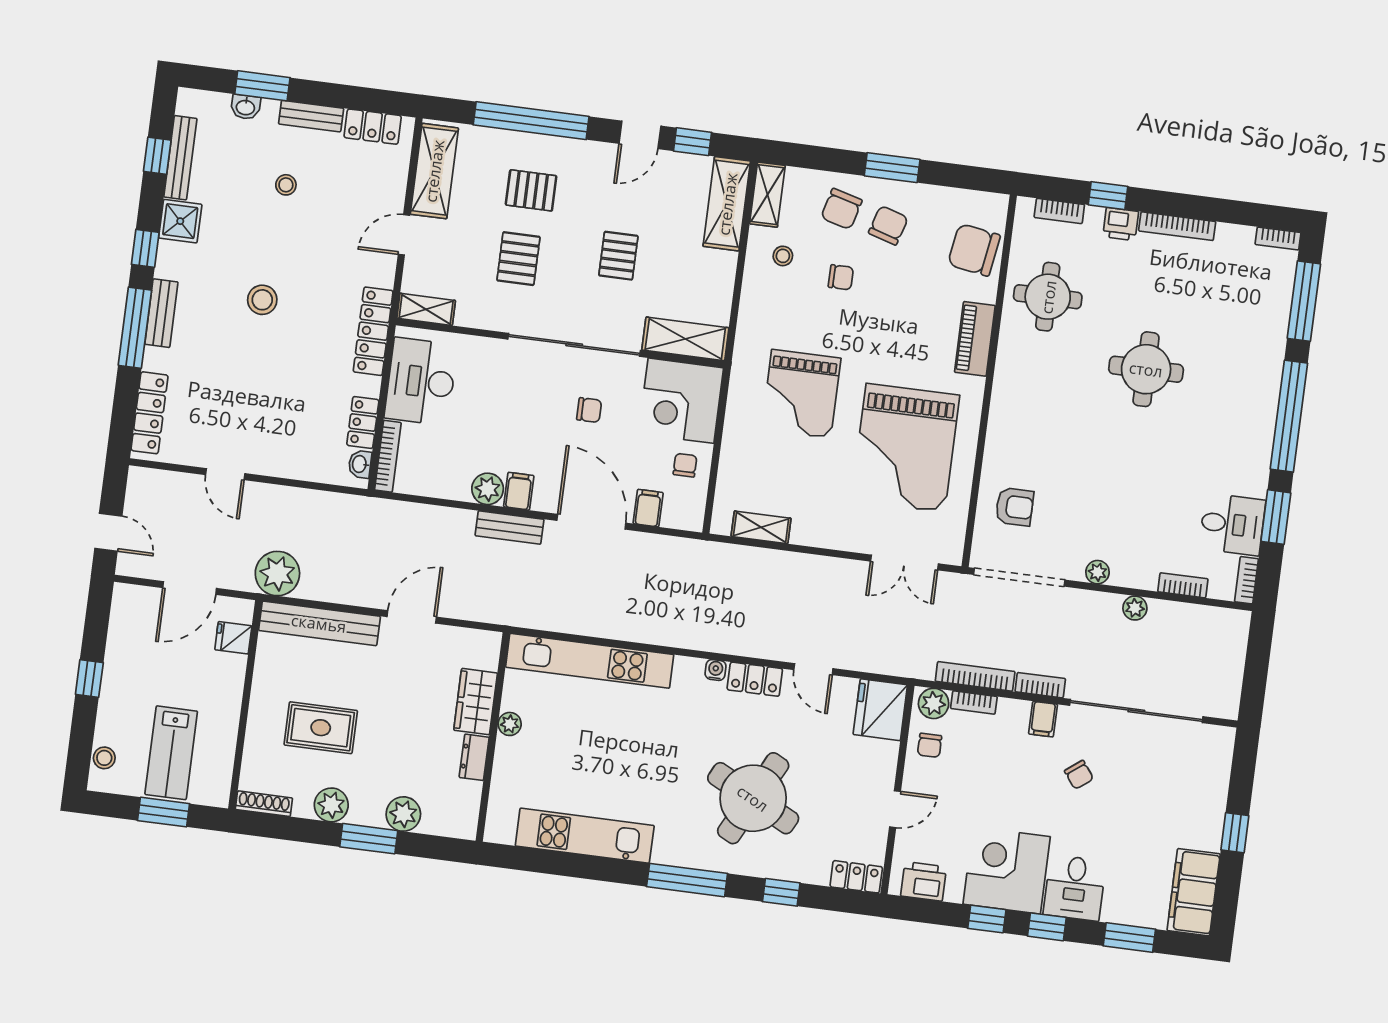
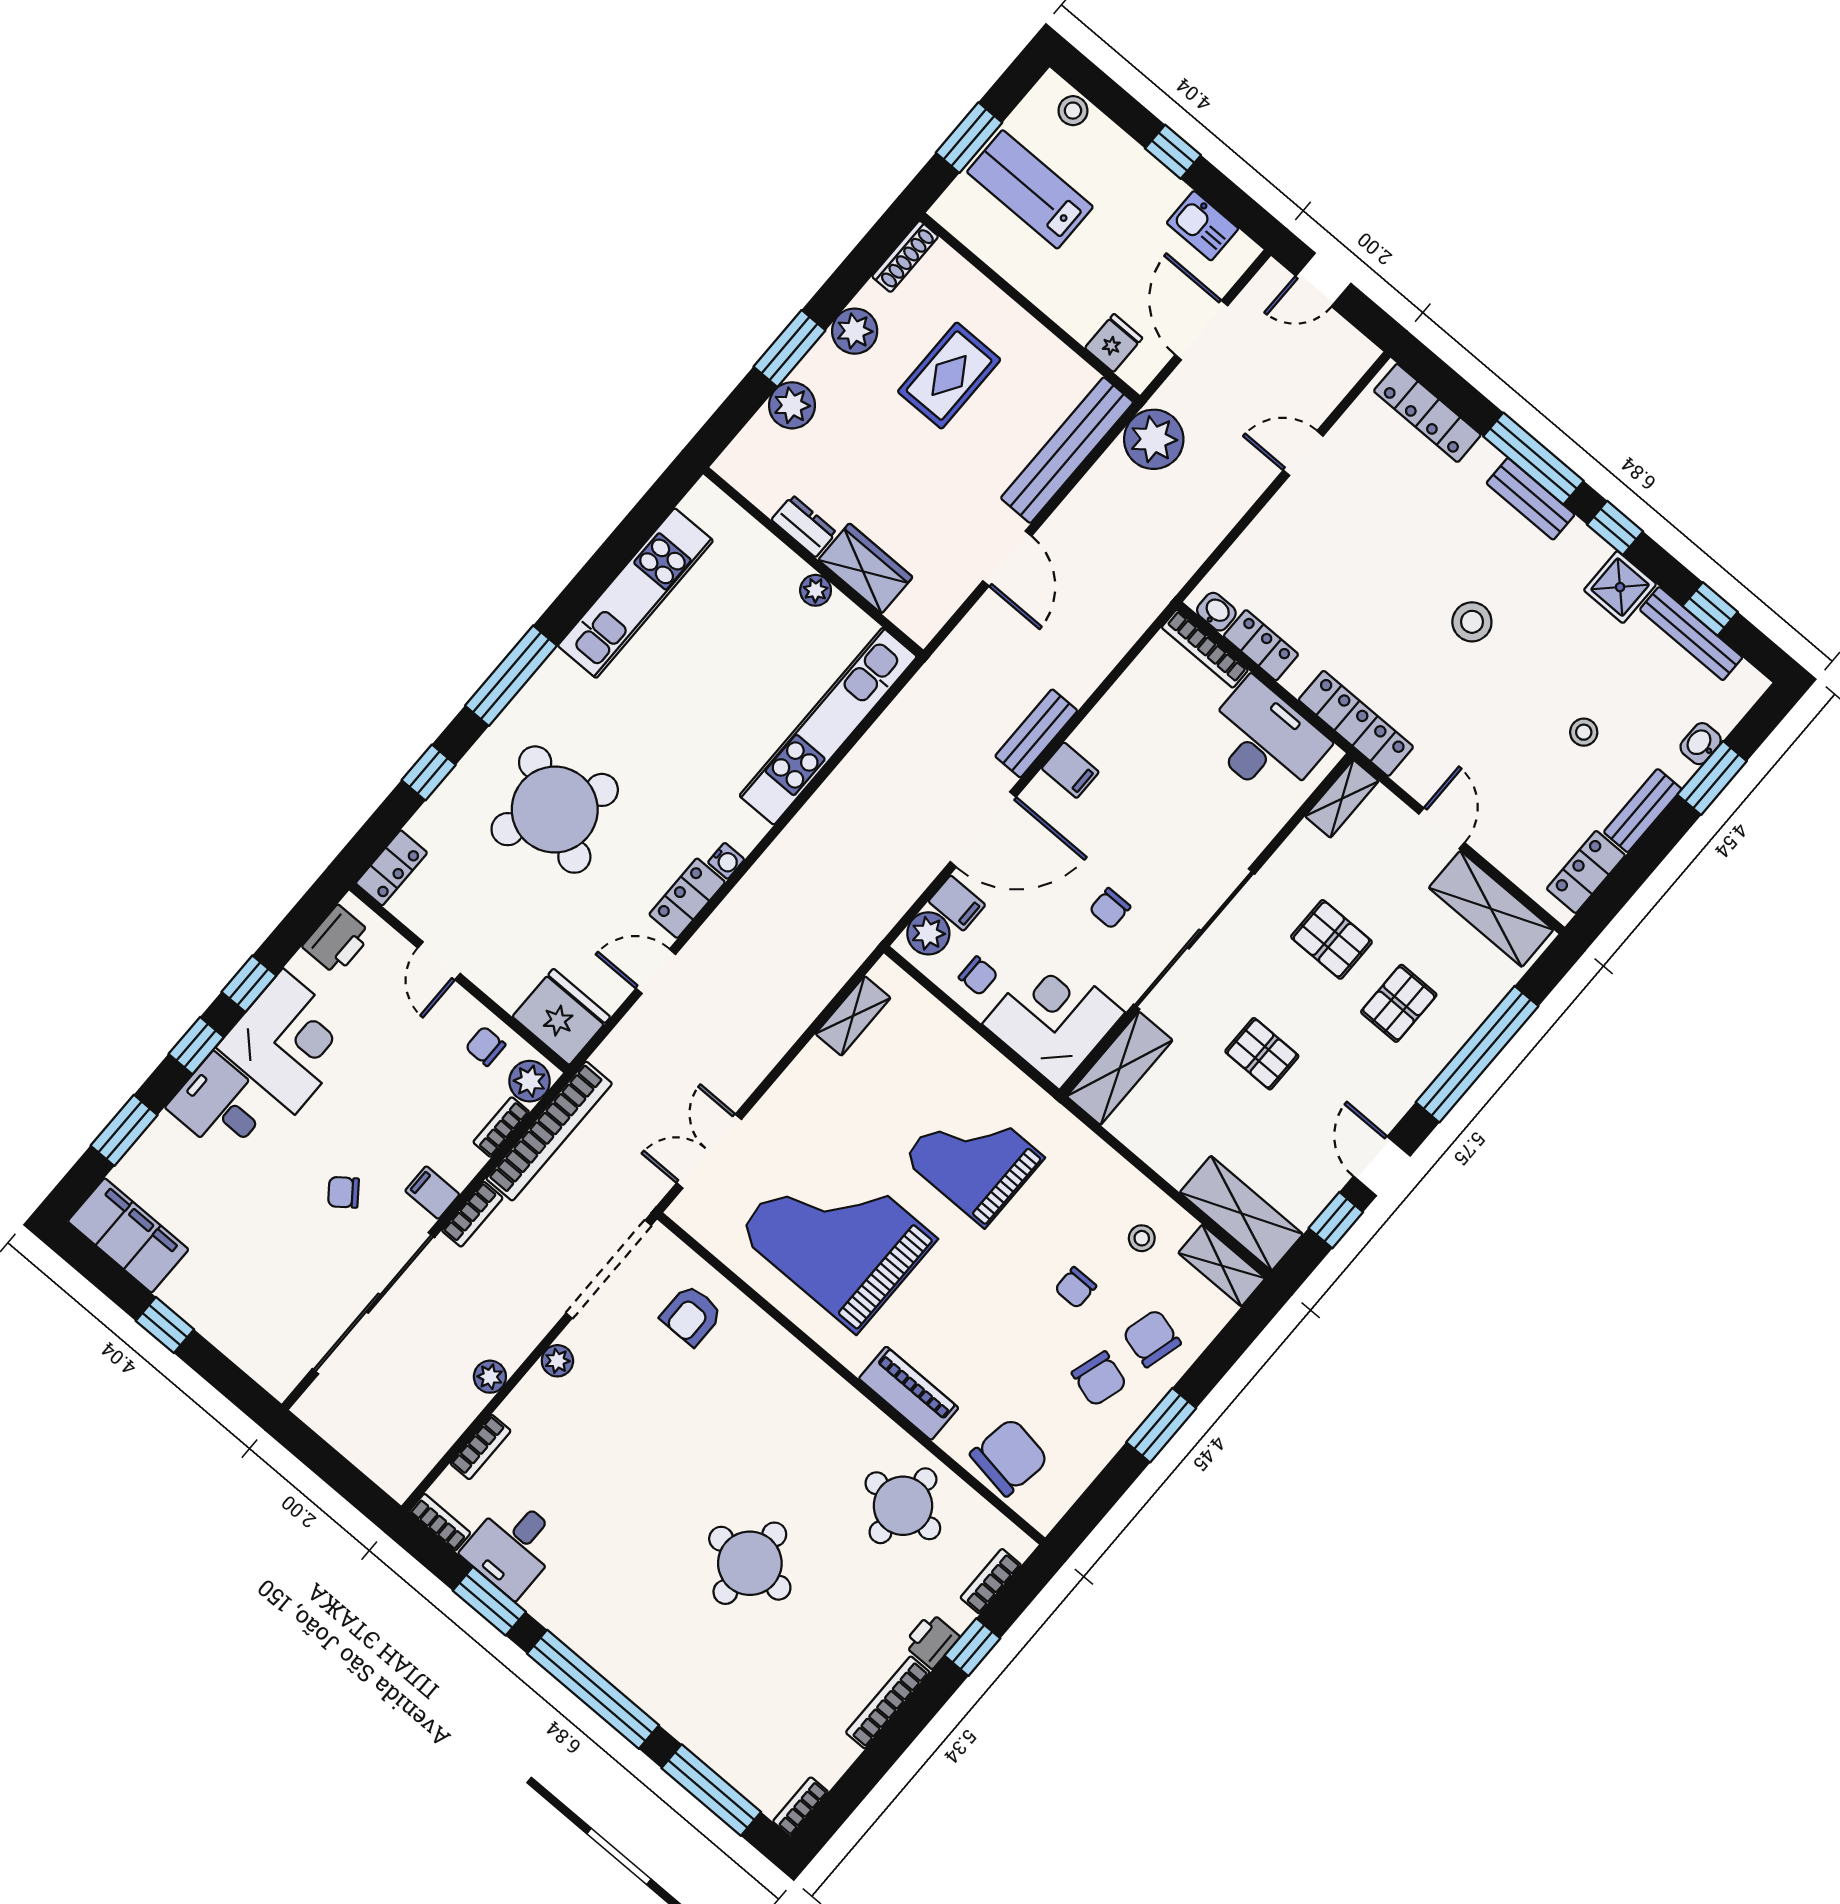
plant: (488, 489) -> (928, 933), moved
kitchen sink: (124, 630) -> (1202, 226), added
bookcase: (975, 676) -> (549, 1131), width x1.48, depth x1.31

